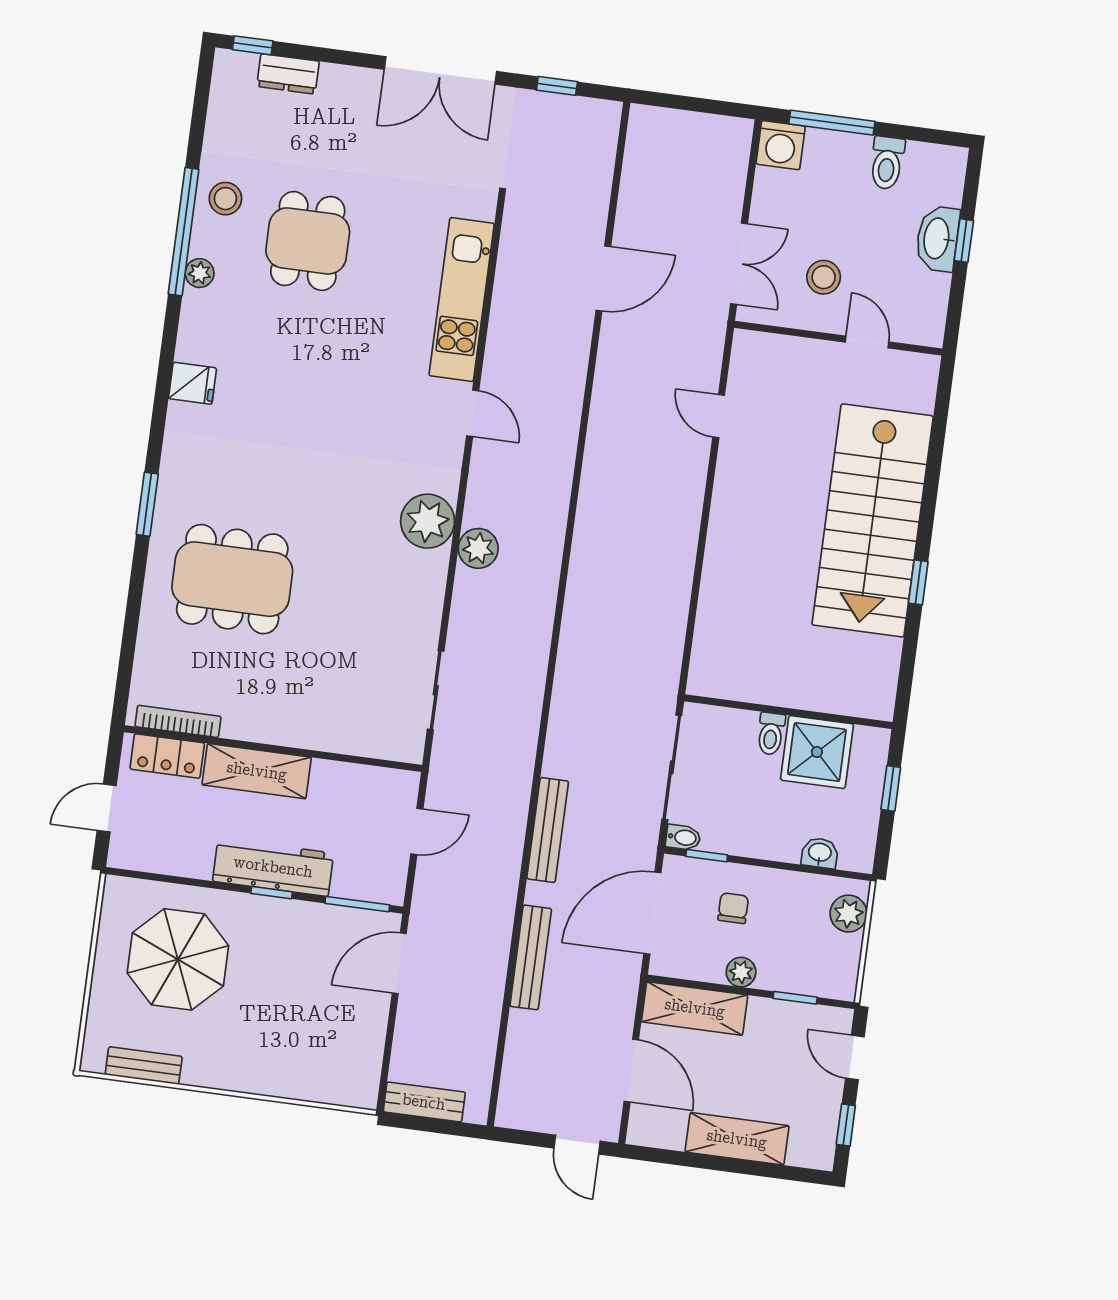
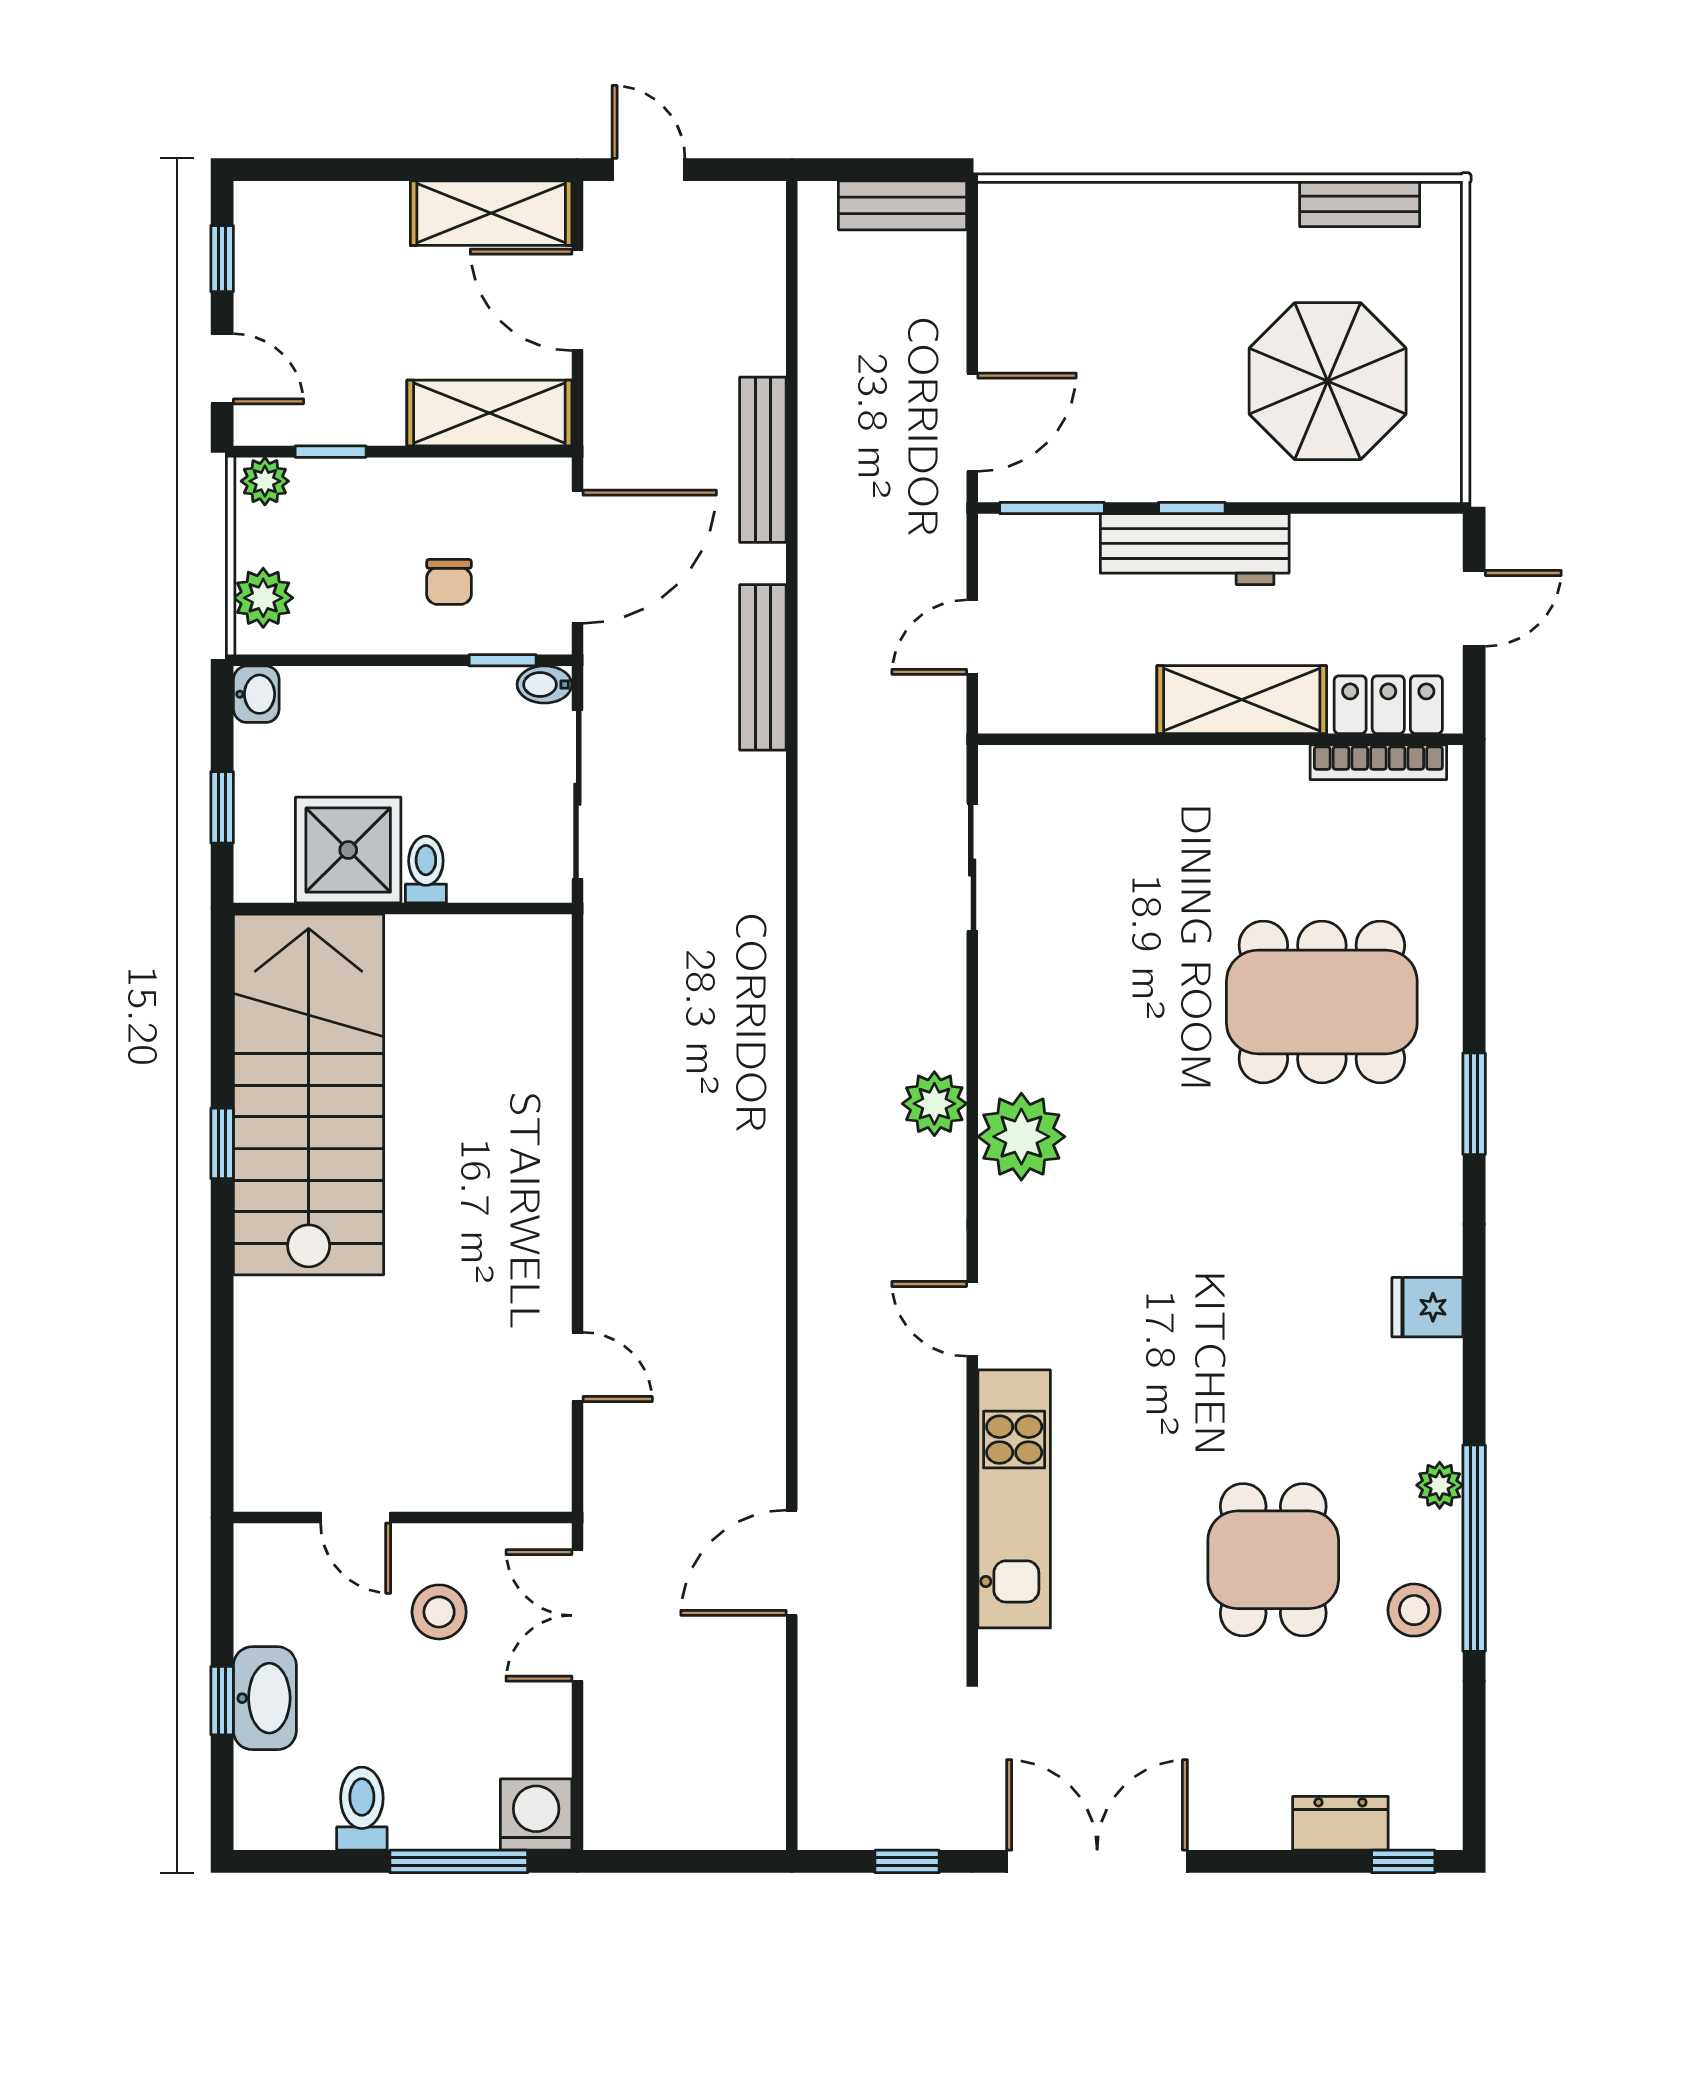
stairs: (873, 520) -> (309, 1094), moved
washbasin: (820, 853) -> (256, 694), moved, turned -90
plant: (741, 972) -> (265, 481), moved
shelving: (737, 1139) -> (491, 213), moved

